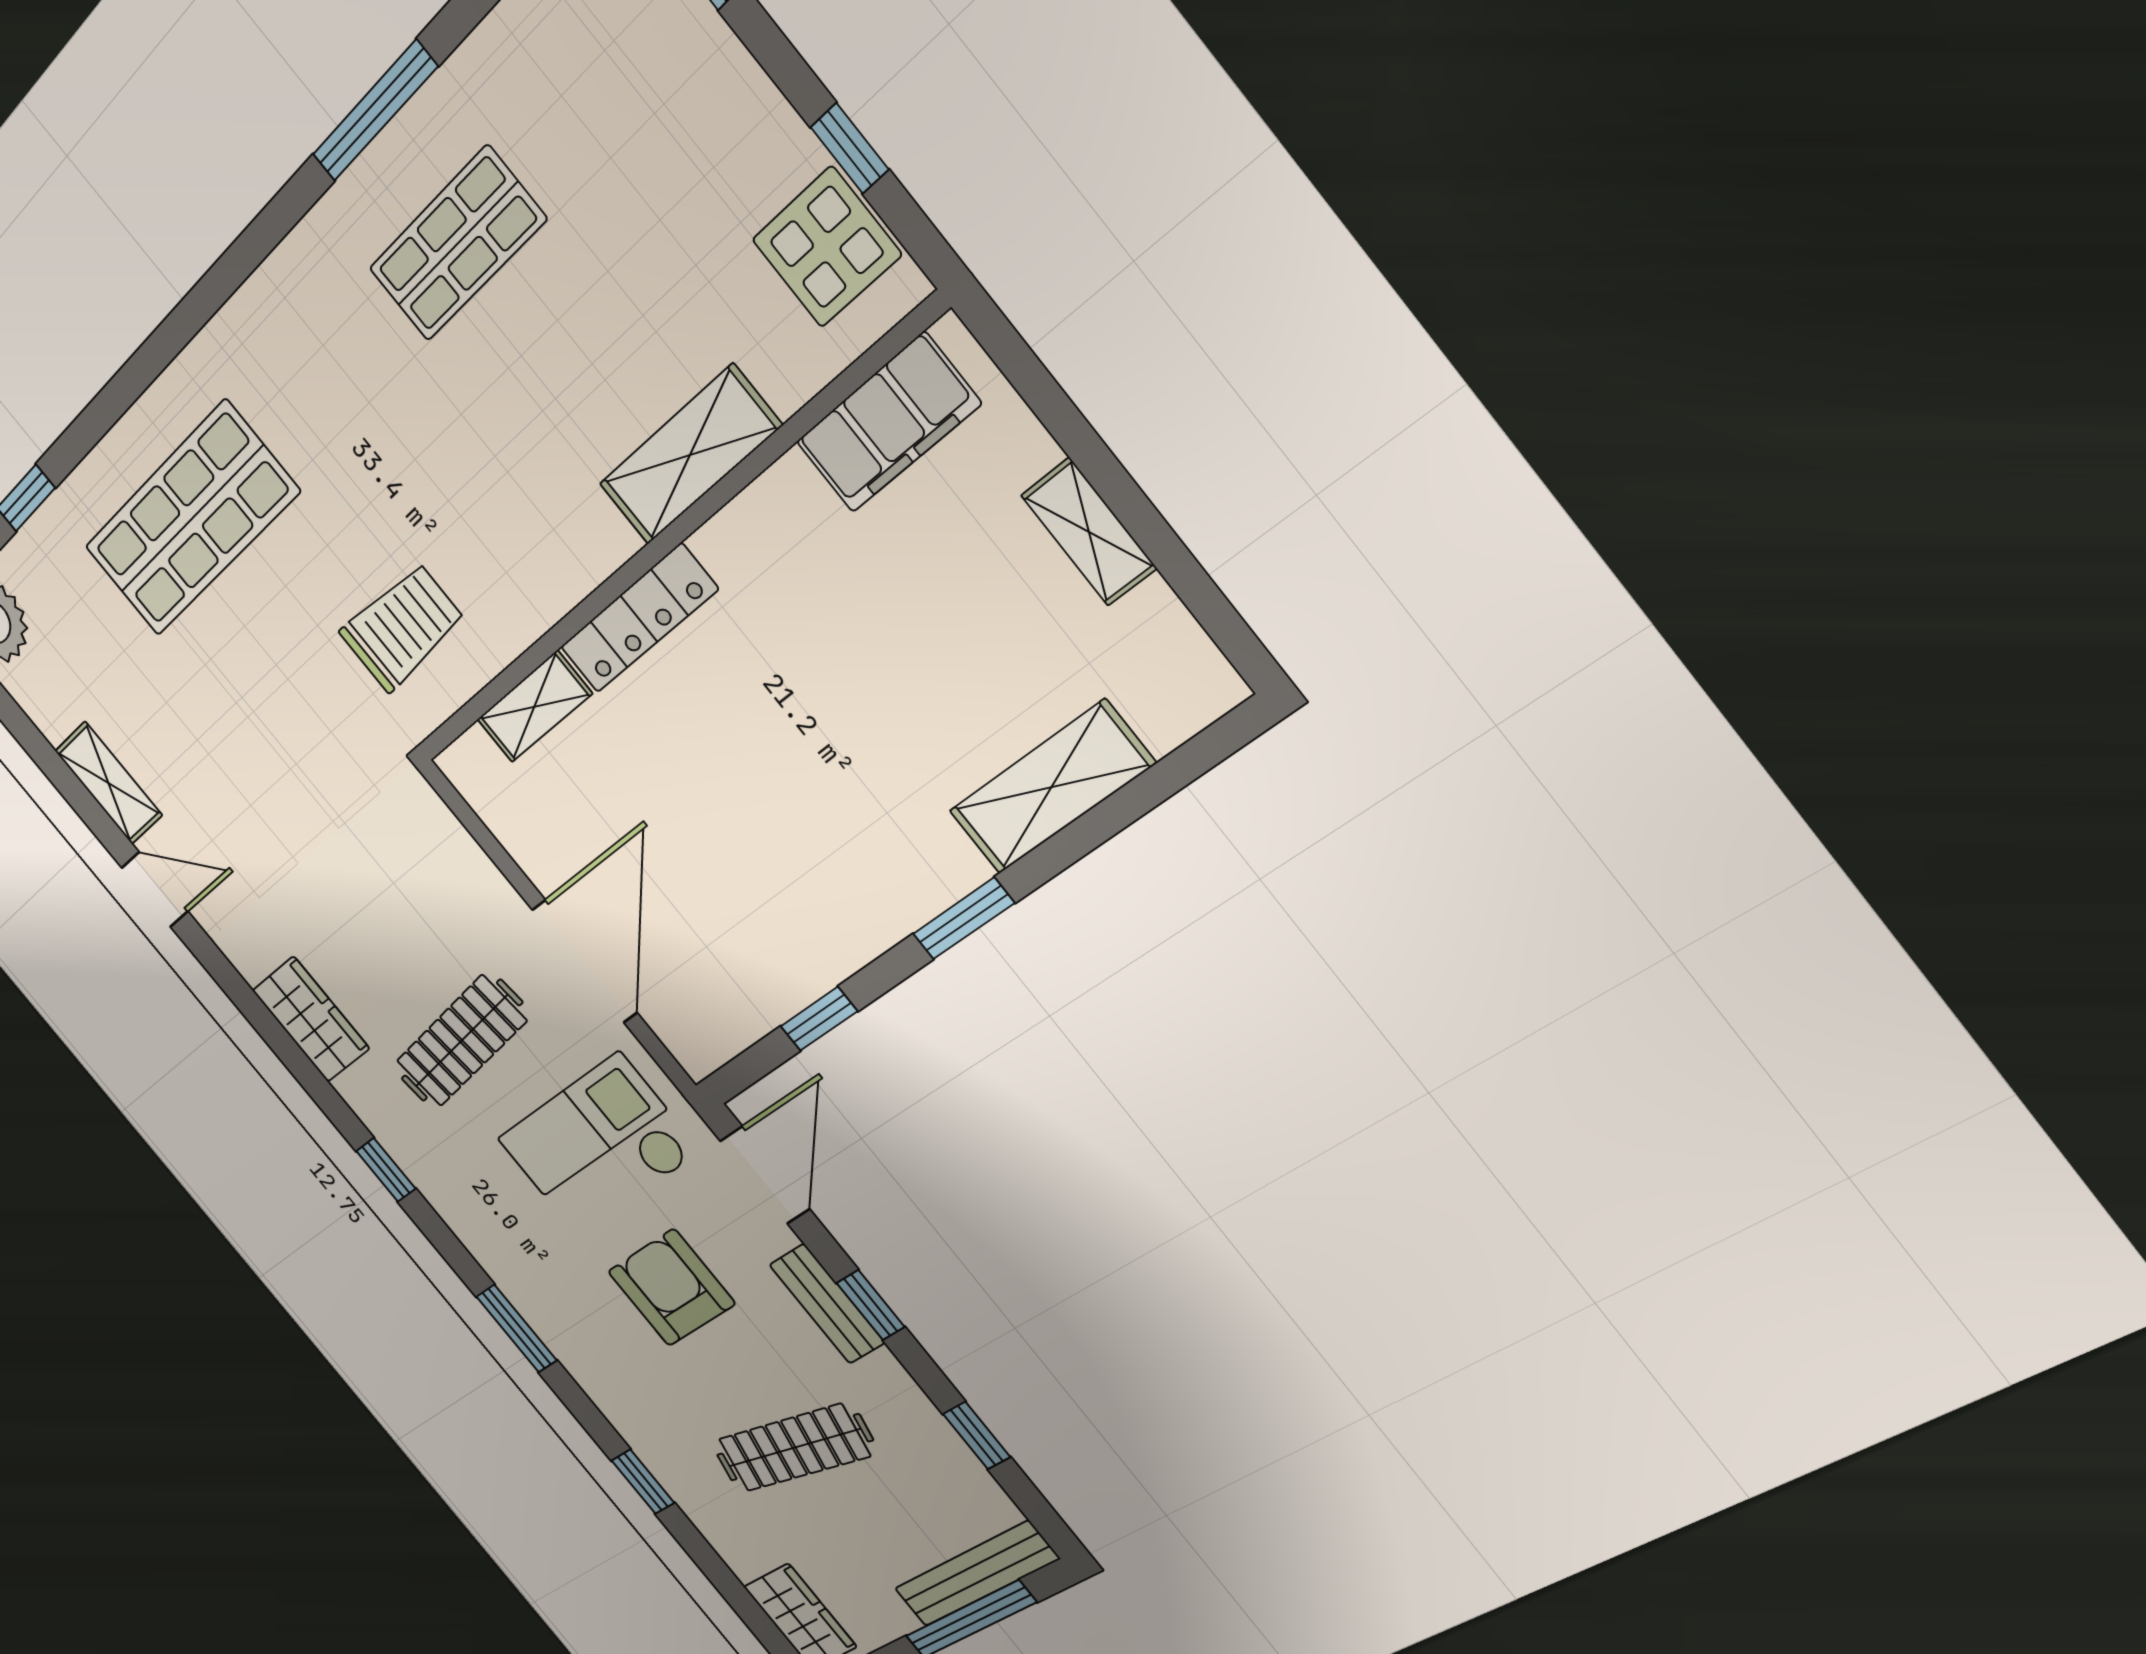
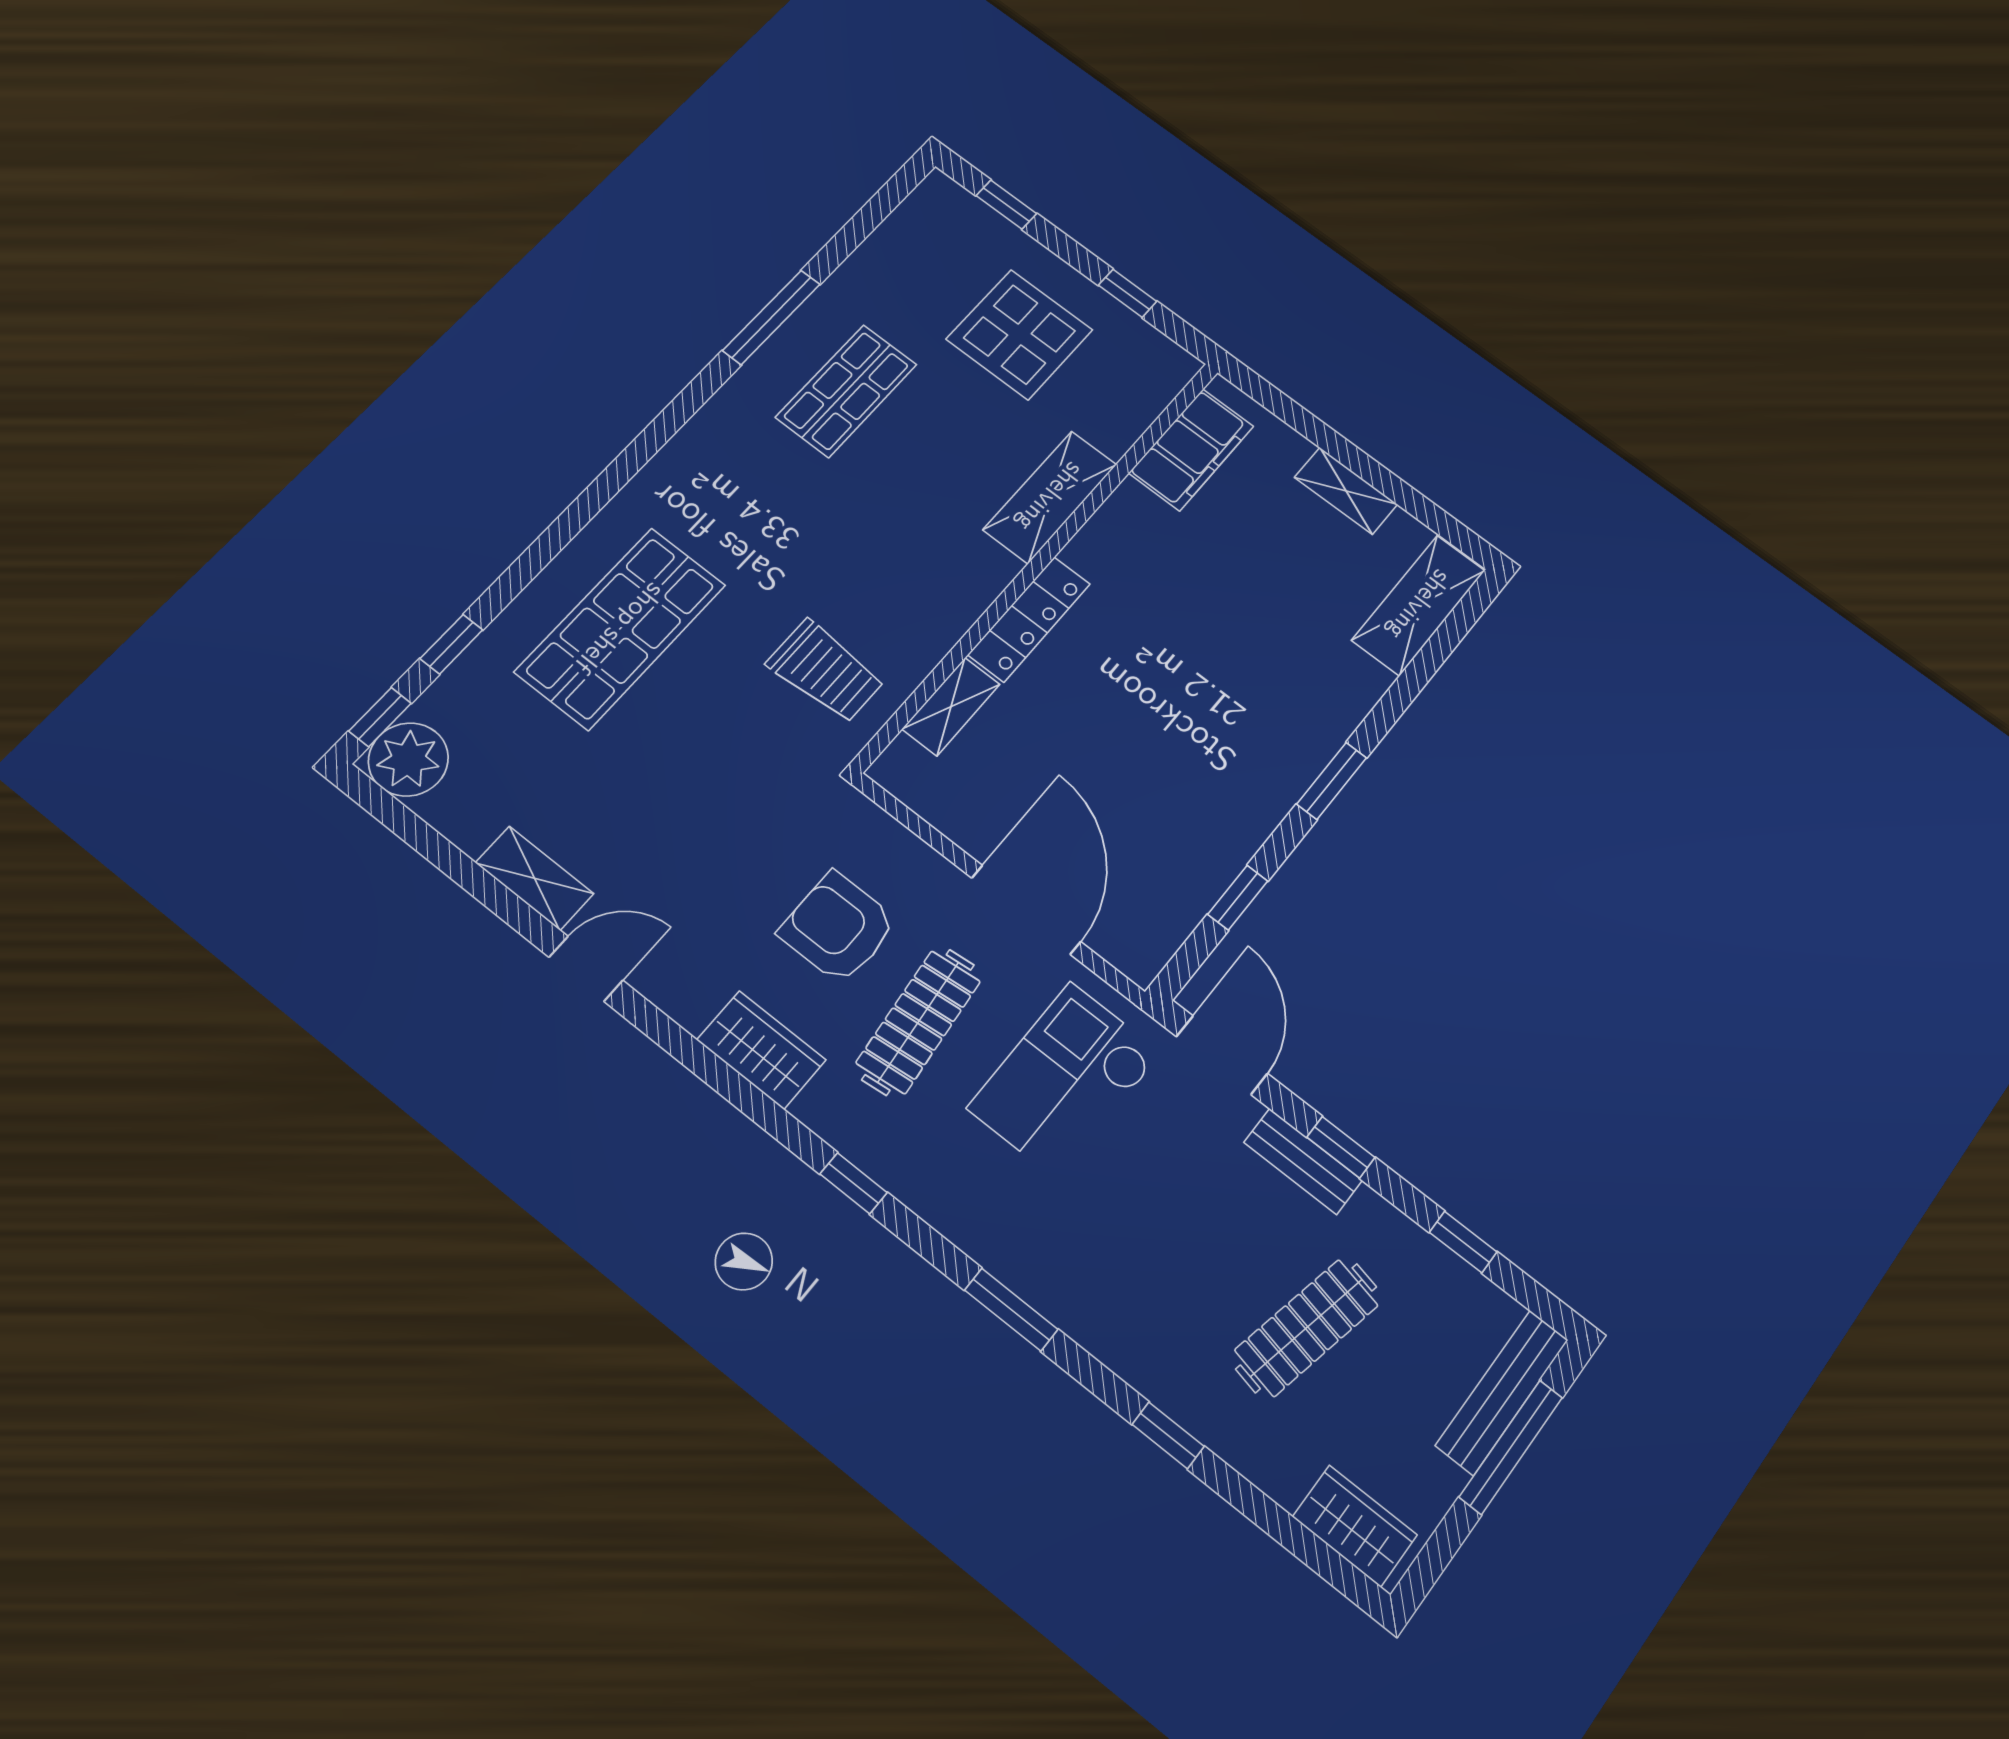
display table: (827, 247) -> (1019, 334), moved, width x1.36, depth x1.36
trolley: (402, 627) -> (826, 671), turned 90
shelving: (1051, 787) -> (1419, 605), moved
armchair: (671, 1288) -> (838, 928), moved

